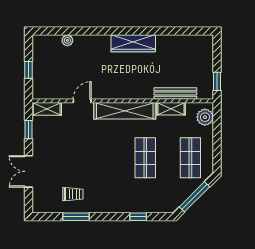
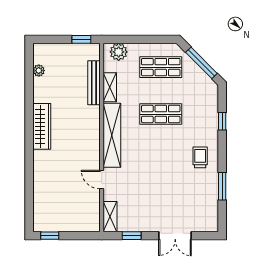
plant: (67, 40) -> (39, 71), moved
window: (28, 70) -> (50, 236), moved
trolley: (73, 194) -> (200, 157), moved

